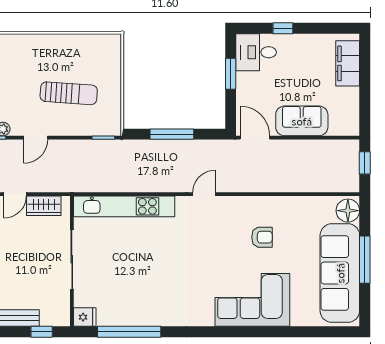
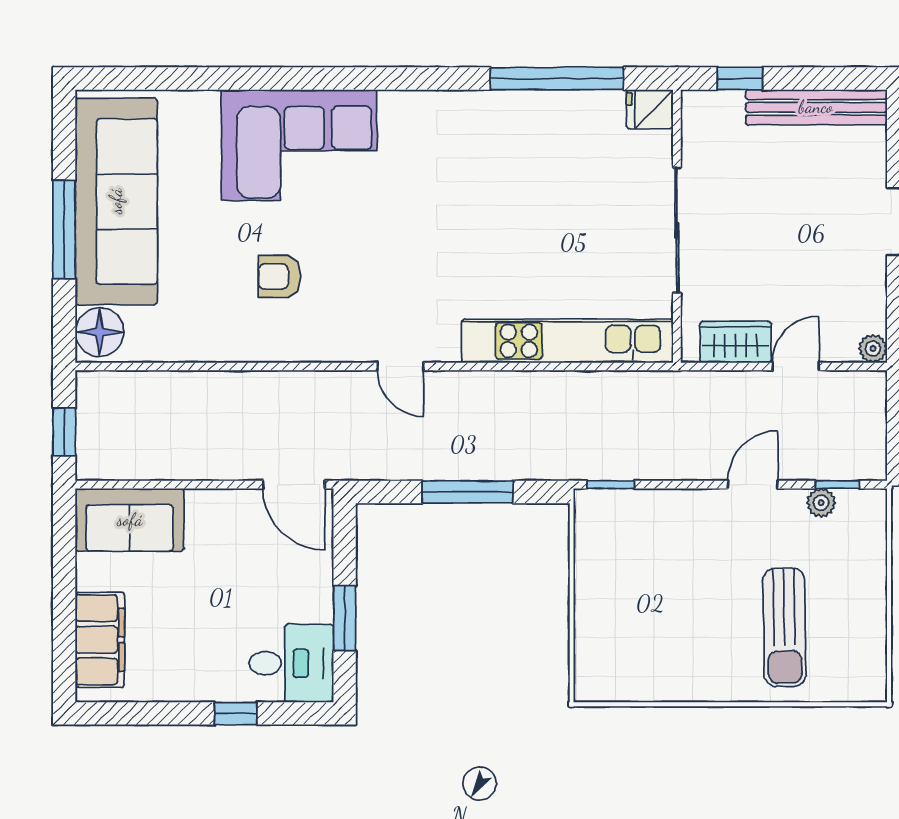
sun lounger: (69, 93) -> (784, 627), moved, turned -95
sofa: (302, 121) -> (130, 520), moved
door: (204, 194) -> (400, 366), hinge flipped

